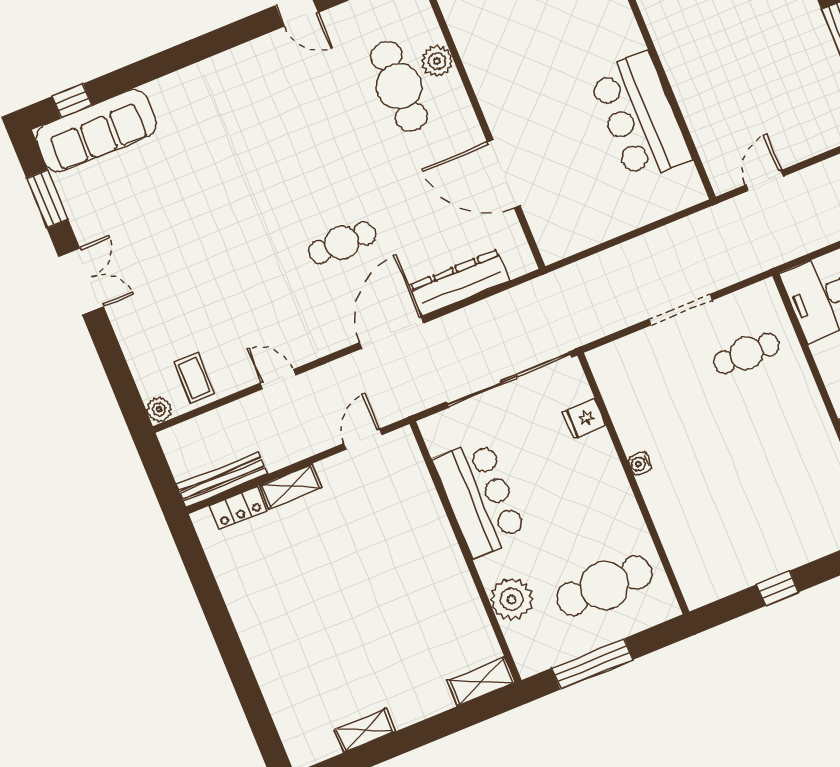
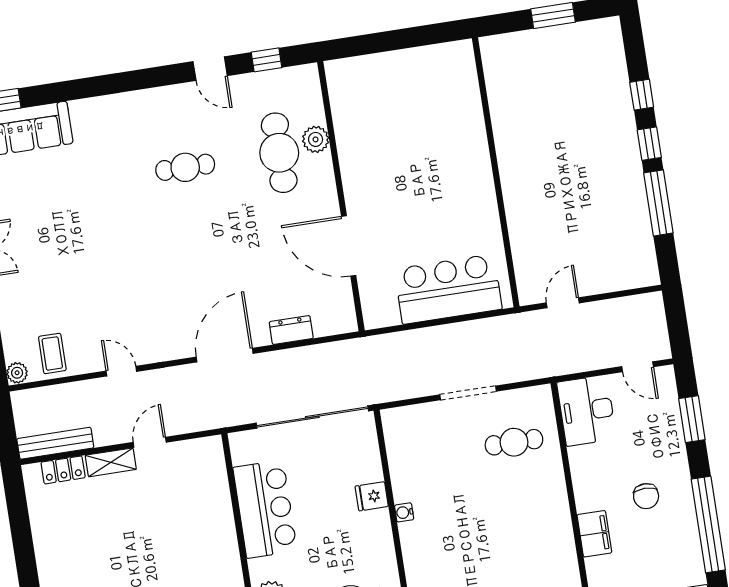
bar counter: (640, 117) -> (448, 289), moved, turned 90
cafe table: (342, 243) -> (185, 167), moved
dresser: (460, 283) -> (291, 330), width x0.51, depth x0.80
fridge: (584, 419) -> (372, 496), moved
door: (363, 439) -> (150, 442), moved

